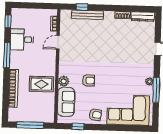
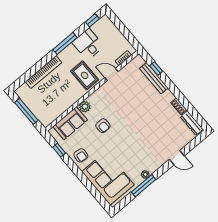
rug: (41, 84) -> (85, 75), moved

